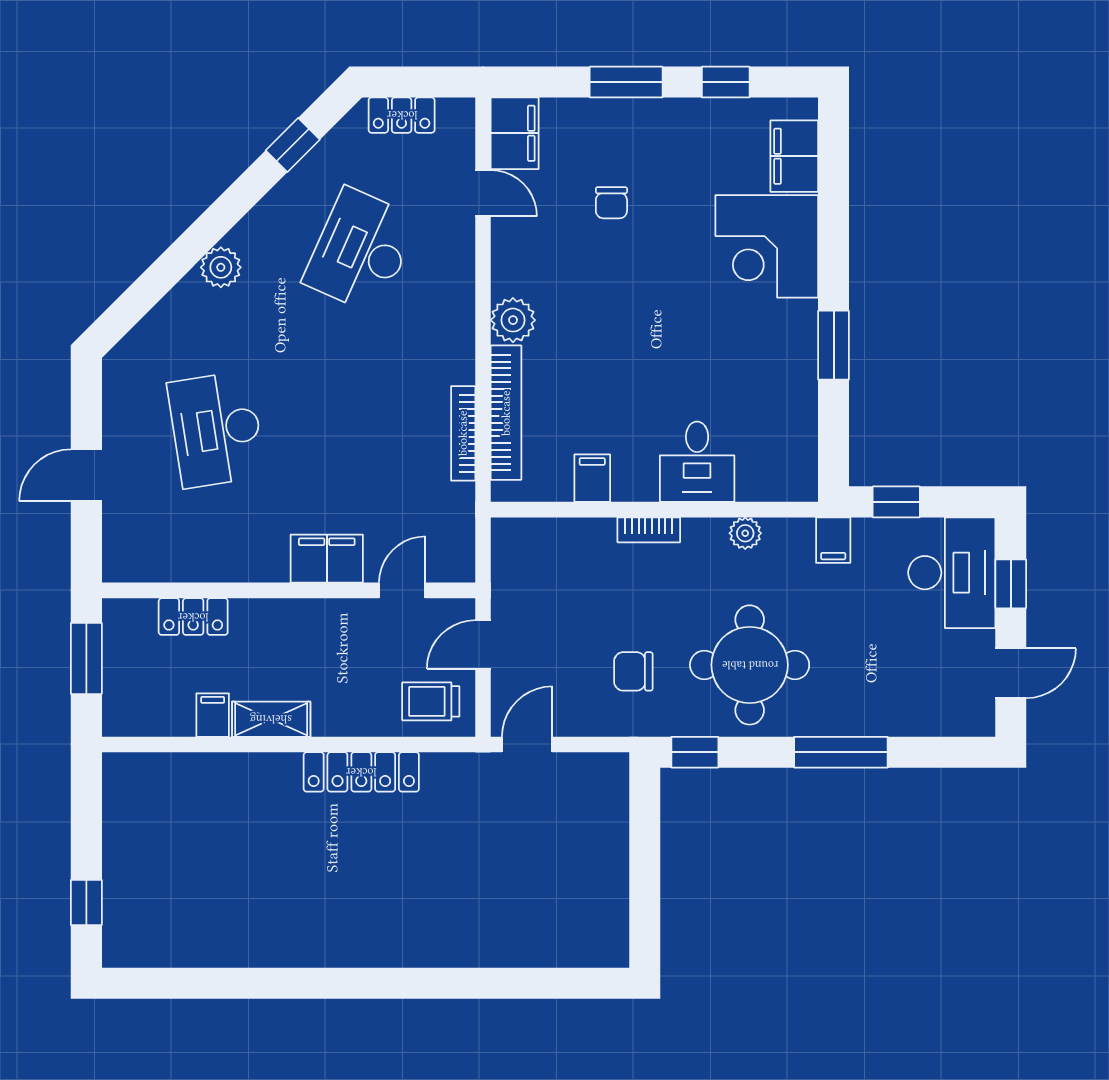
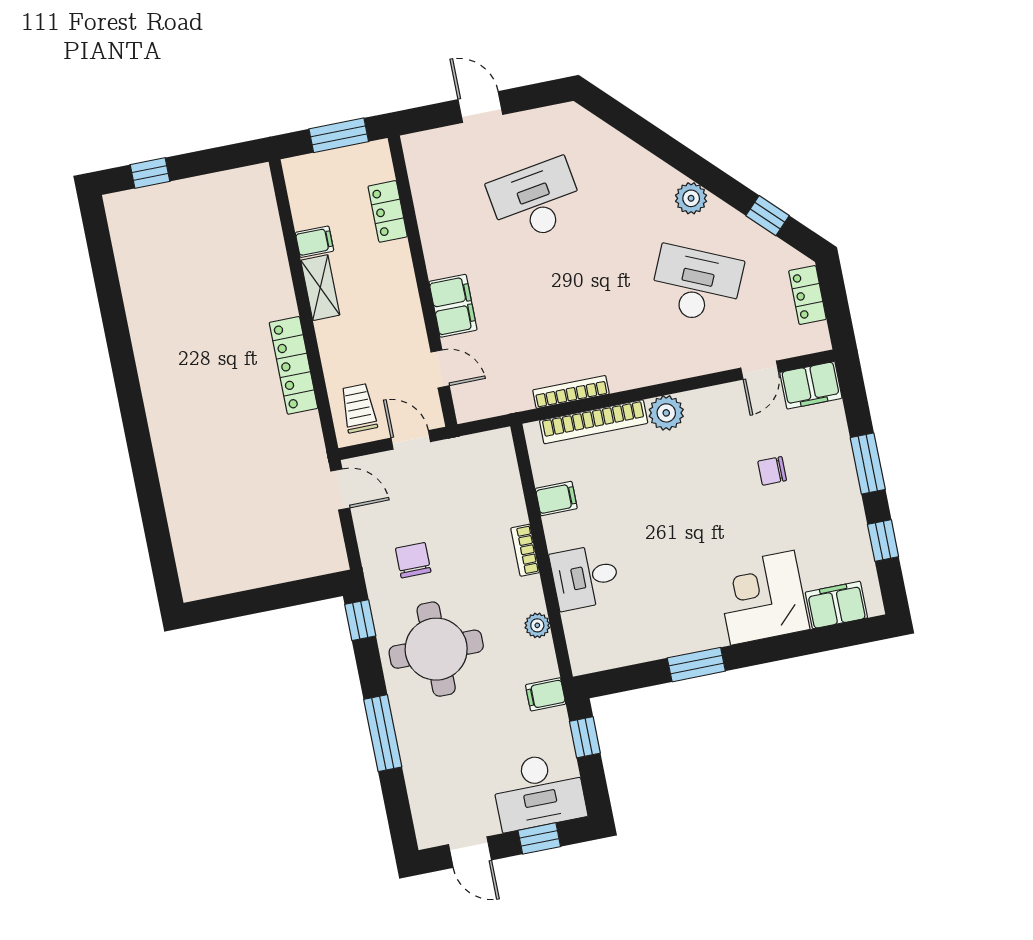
plant: (221, 267) -> (691, 198), moved

